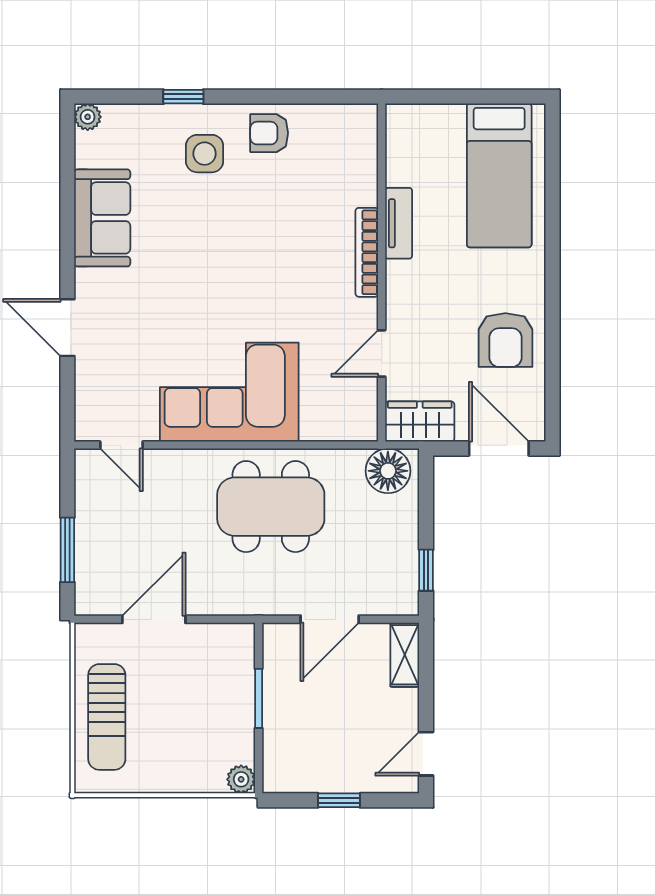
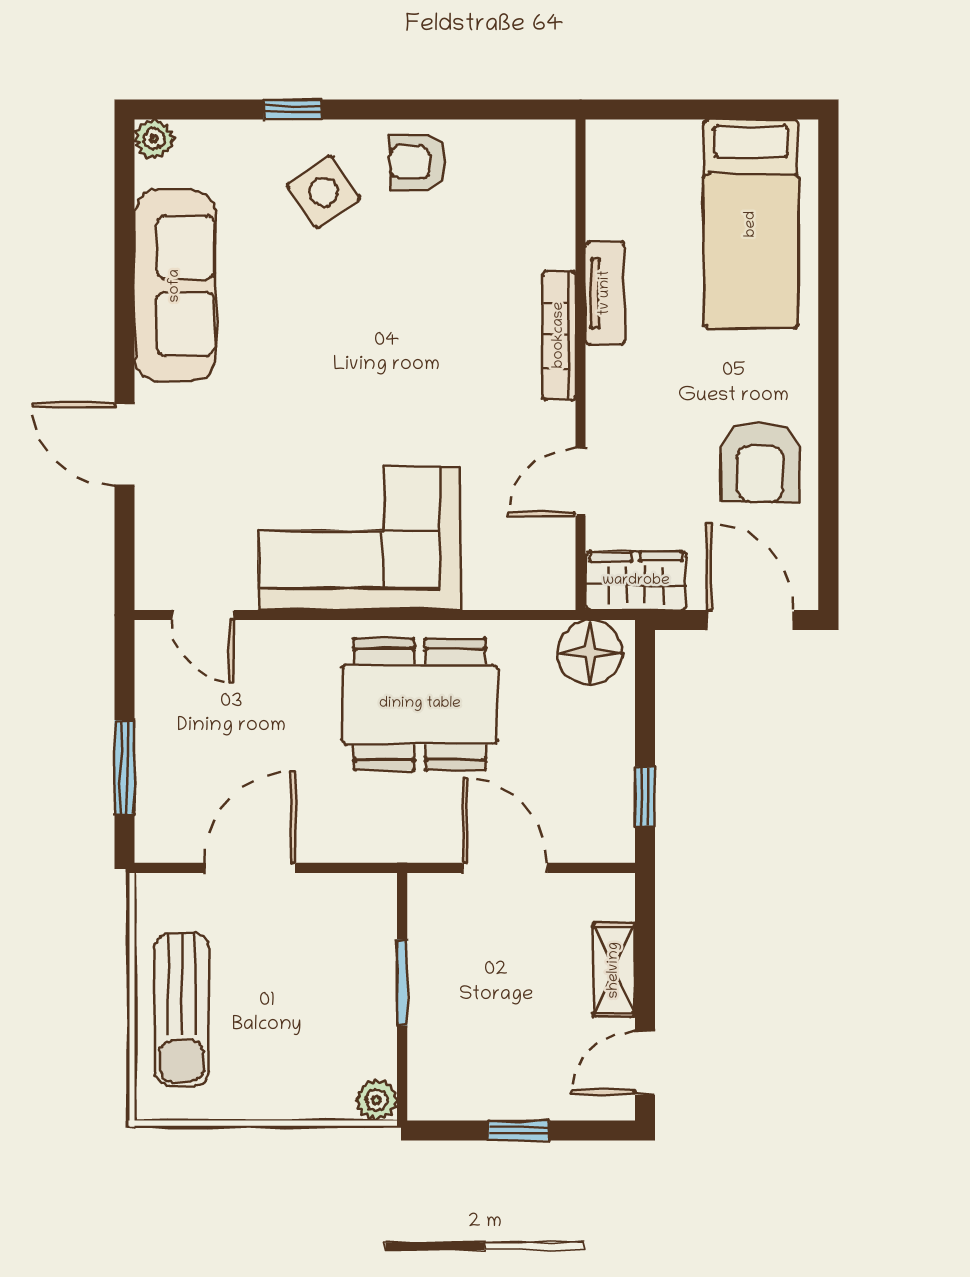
side table: (205, 154) -> (324, 192), turned -35
sofa: (102, 218) -> (175, 286), width x1.36
door: (330, 619) -> (505, 868), swing flipped
shelving: (405, 655) -> (614, 970), moved

